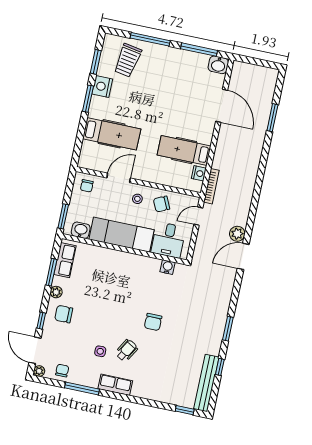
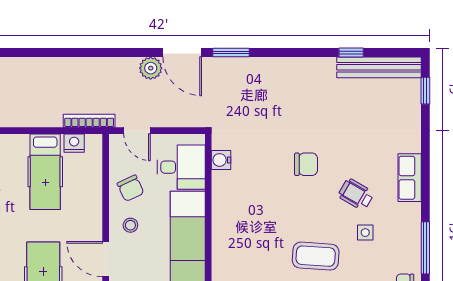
coffee table: (92, 316) -> (316, 256), added
window: (228, 329) -> (231, 53), moved
row of seats: (115, 385) -> (410, 178), moved

